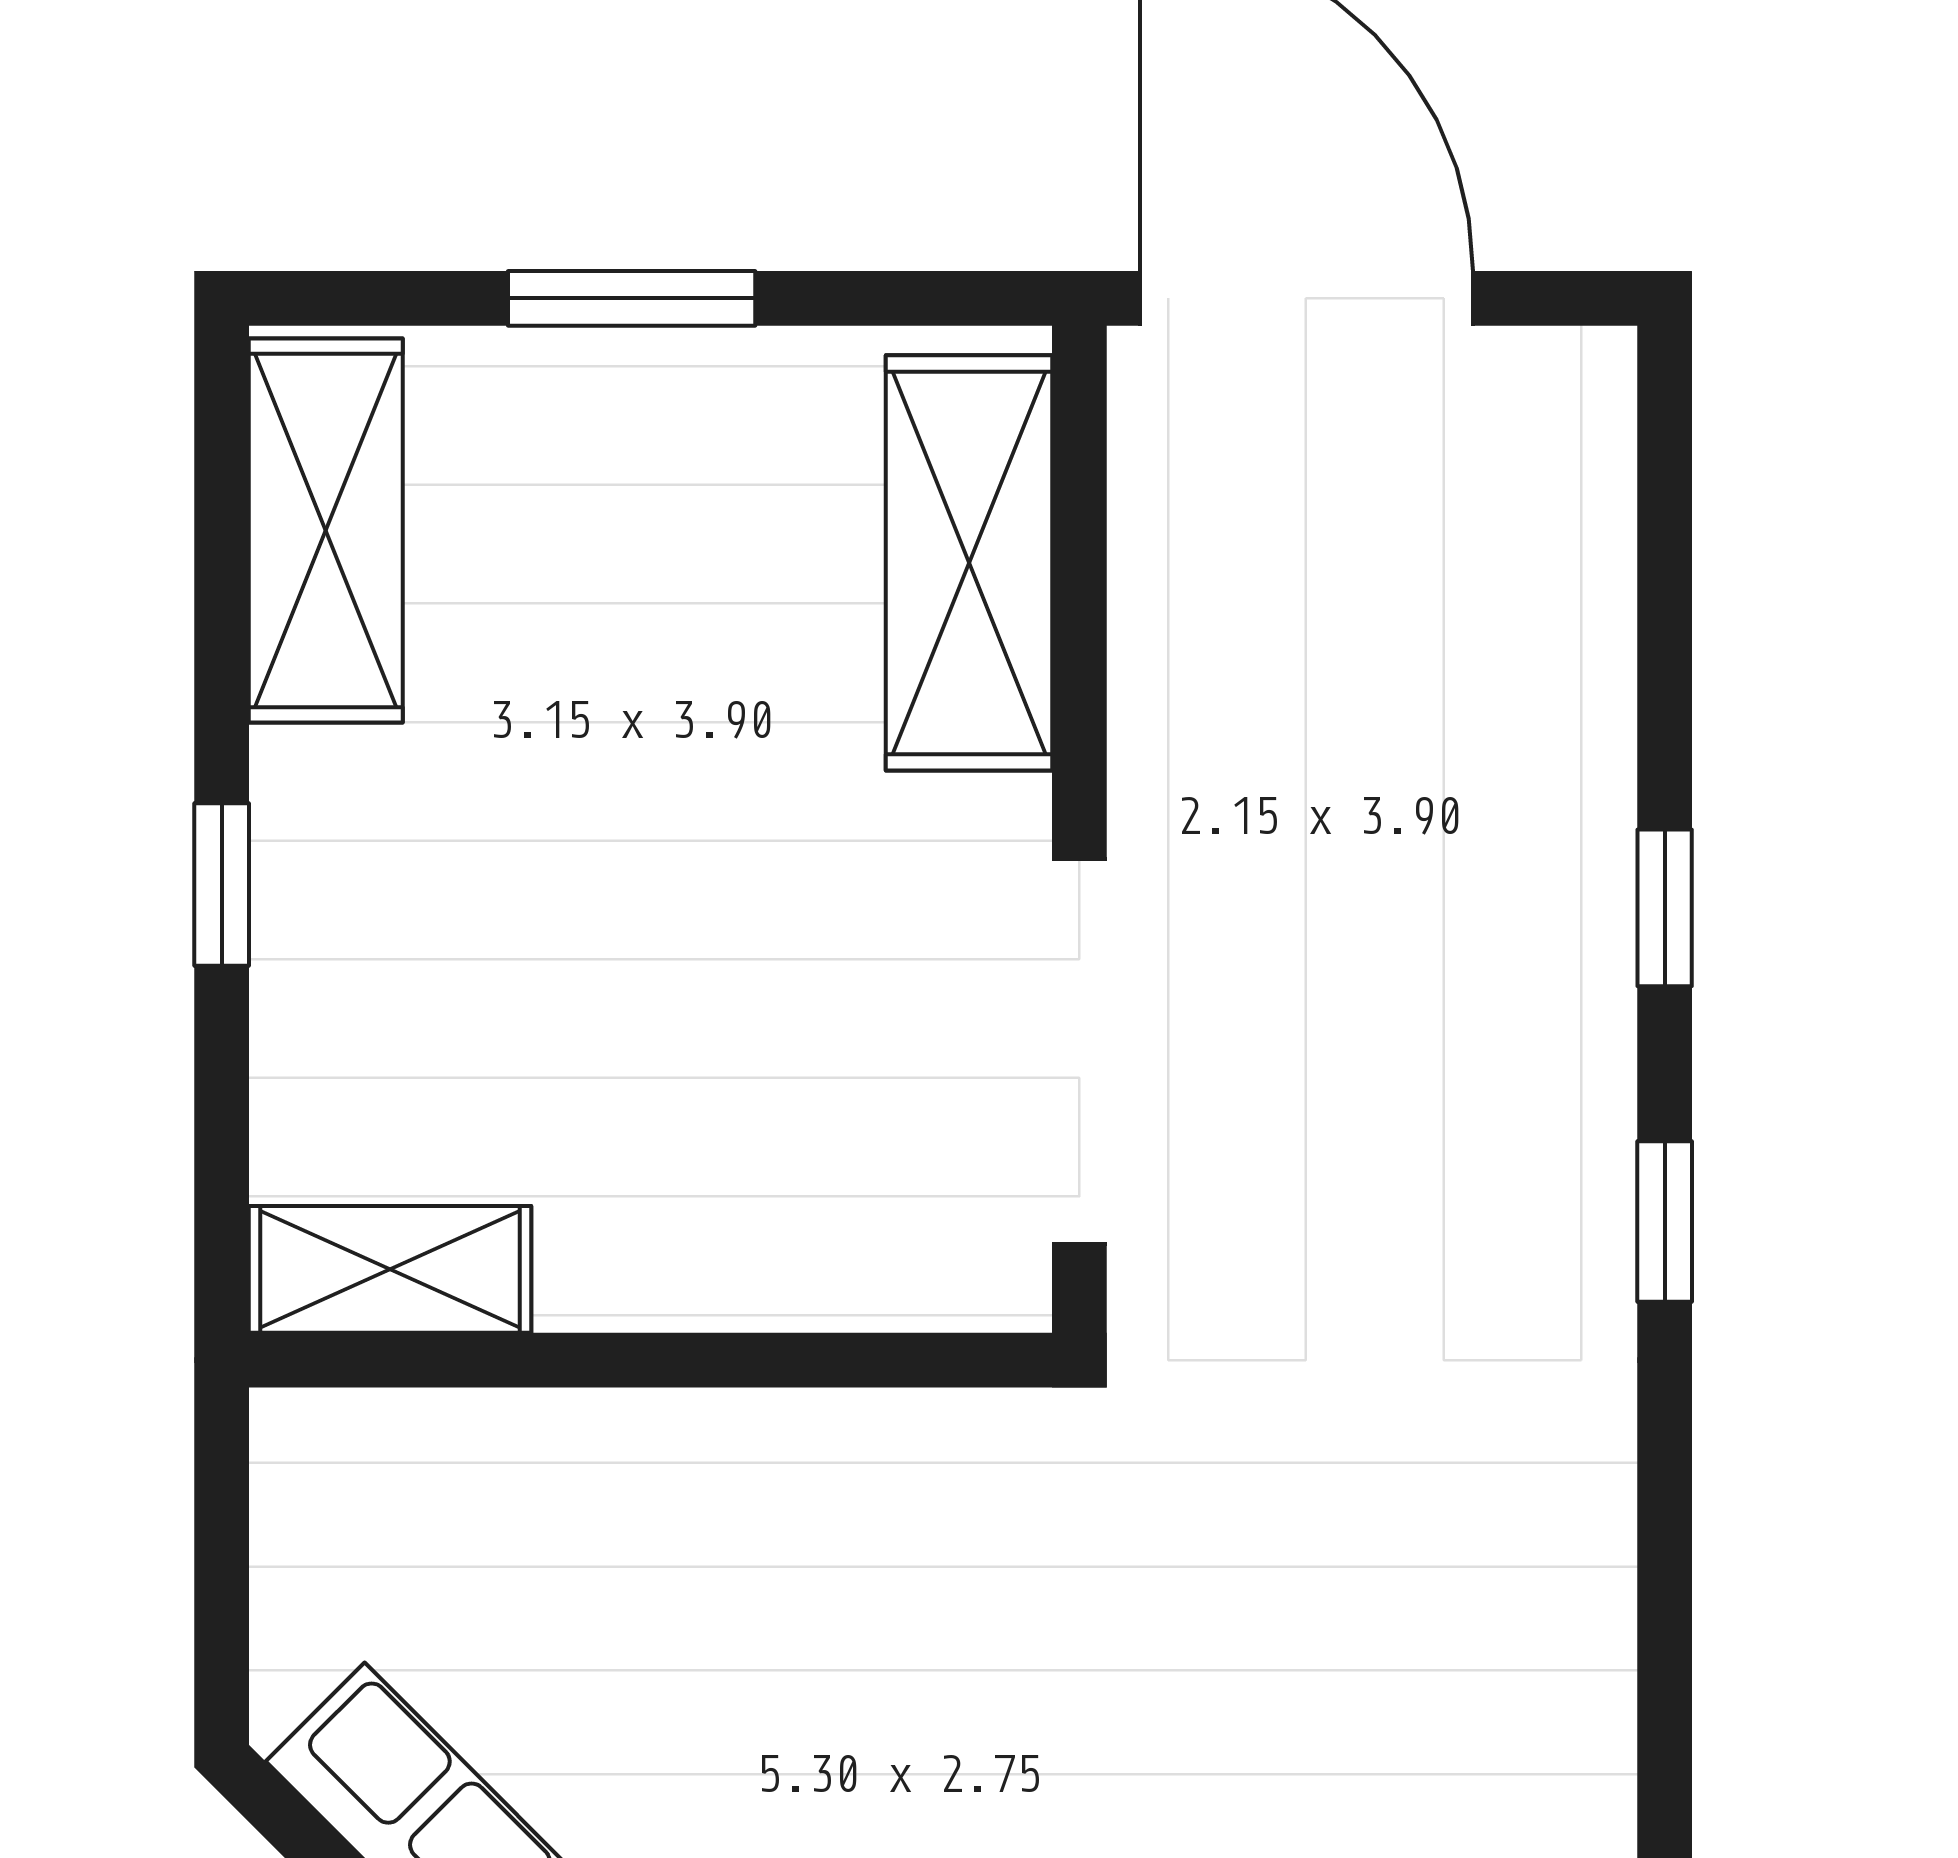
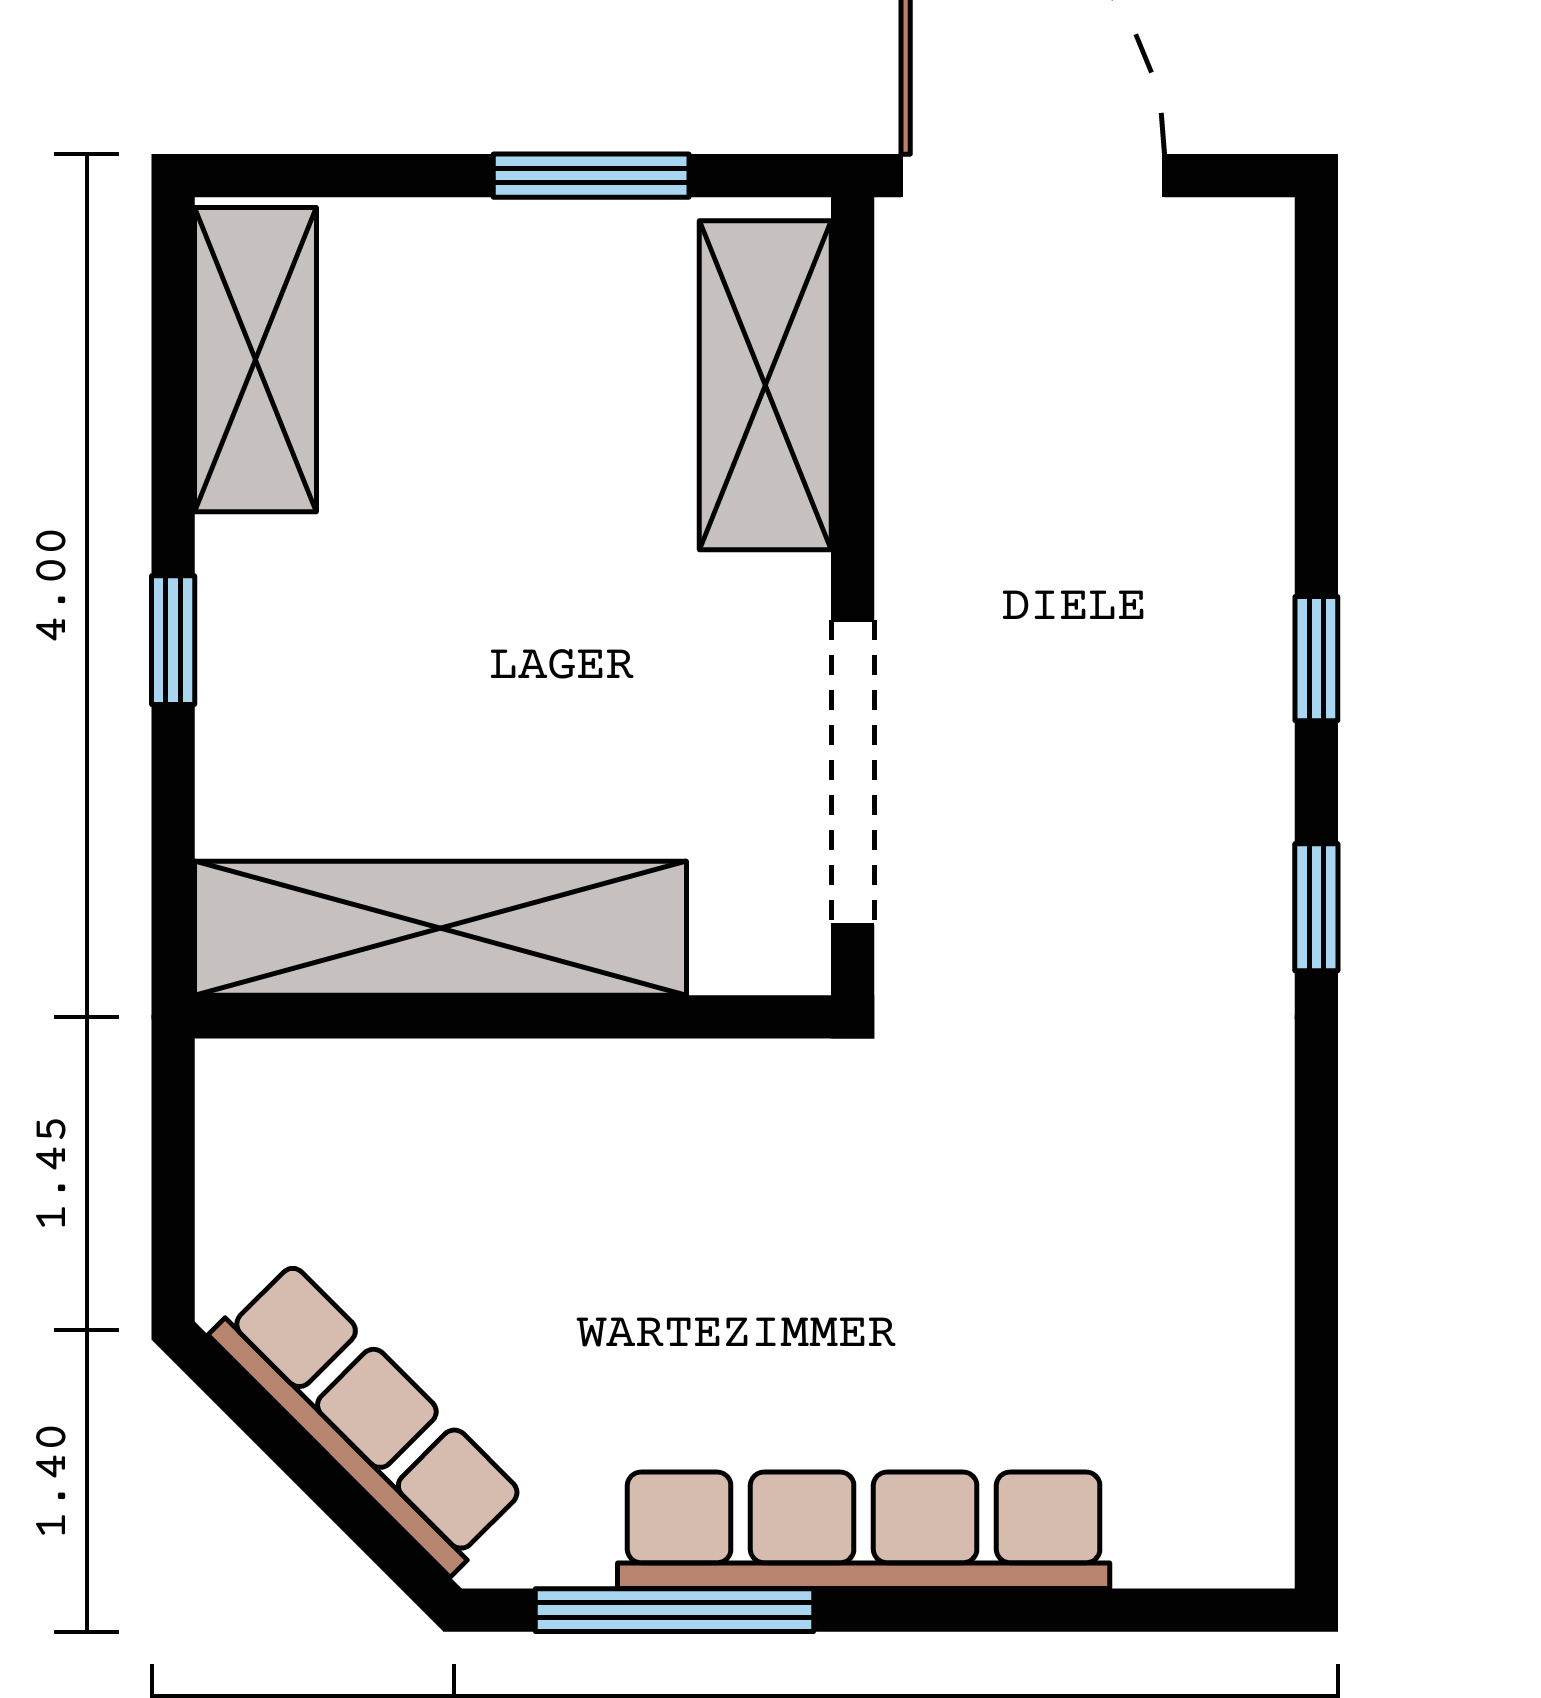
window: (632, 298) -> (591, 176), moved
shelving: (390, 1269) -> (441, 928), width x2.20, depth x1.33

